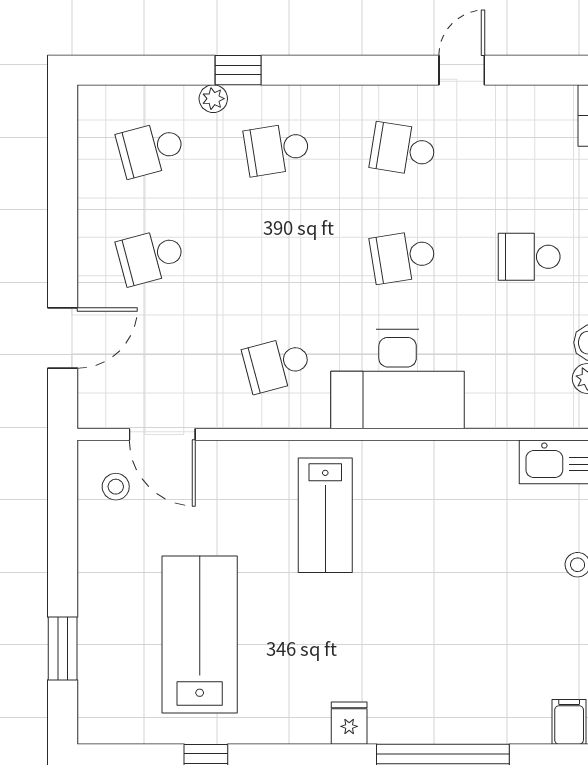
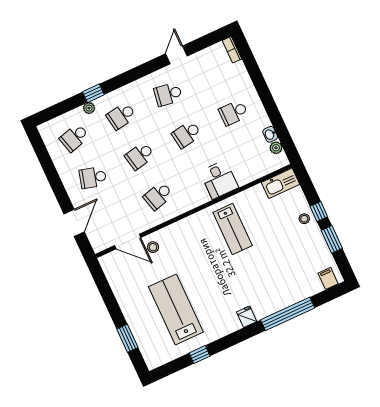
school desk: (151, 257) -> (93, 178), turned 30
school desk: (277, 257) -> (140, 156), added
desk: (398, 379) -> (219, 180), width x0.53, depth x0.77
stool: (116, 487) -> (153, 247), moved
lab bench: (325, 515) -> (233, 229), moved

